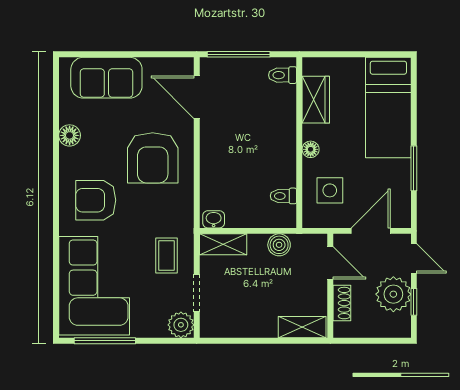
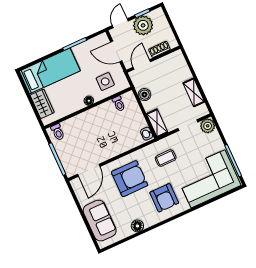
wardrobe: (316, 100) -> (42, 104), moved, turned 90
coffee table: (167, 256) -> (166, 158), moved
shelving: (302, 327) -> (194, 92), moved

